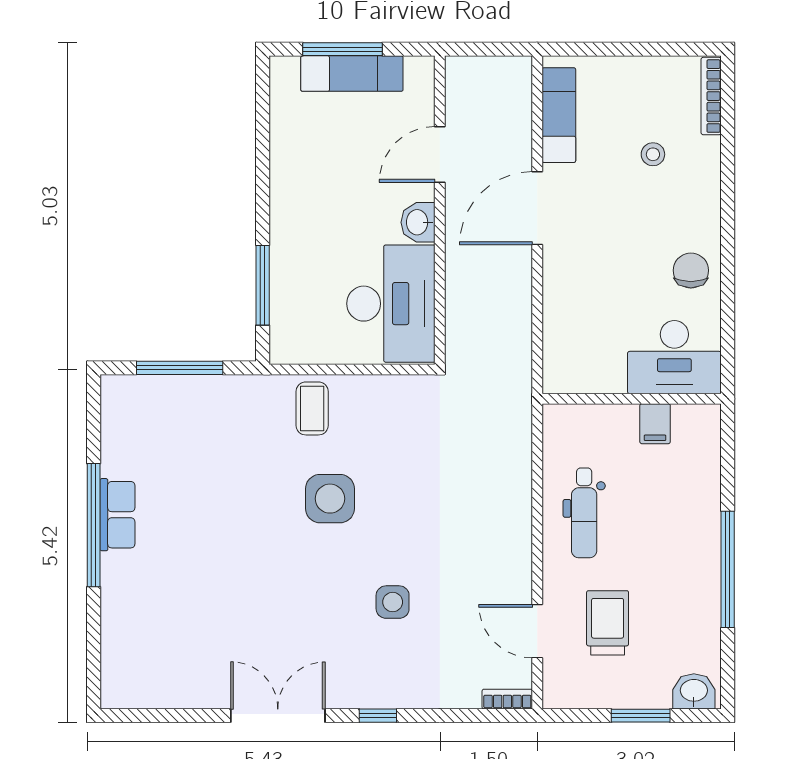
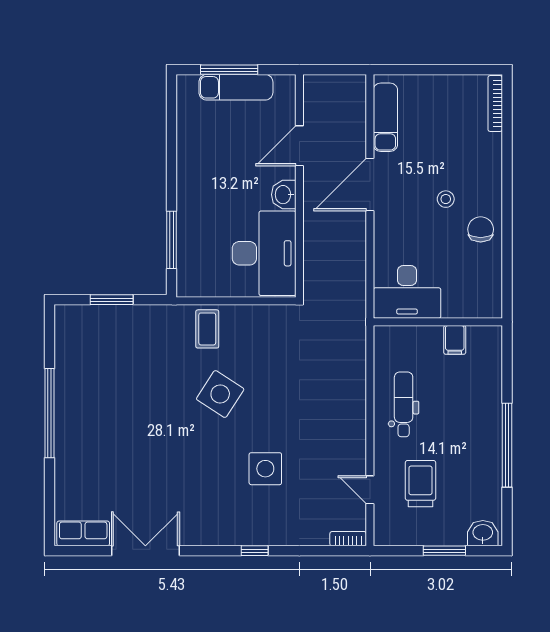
stool: (653, 154) -> (446, 199), moved
desk: (674, 357) -> (407, 292), moved
window: (180, 368) -> (112, 300), width x0.69
side table: (330, 499) -> (220, 394), turned 33
dental chair: (584, 513) -> (404, 404), turned 180
row of seats: (117, 515) -> (83, 533), moved, turned -90
side table: (393, 602) -> (265, 469), width x1.37, depth x1.37
door: (537, 631) -> (370, 490), width x0.73
double door: (278, 716) -> (145, 551), moved

